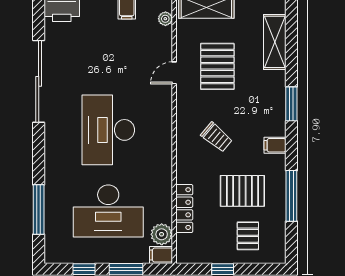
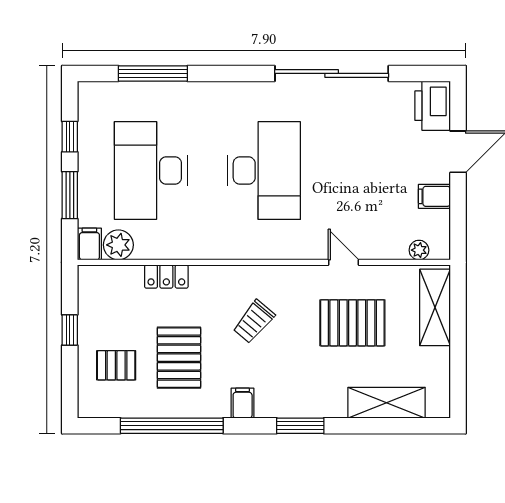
desk: (108, 130) -> (264, 170), turned 90
window: (291, 196) -> (172, 426), width x1.46
locker: (184, 209) -> (166, 277), width x0.66

